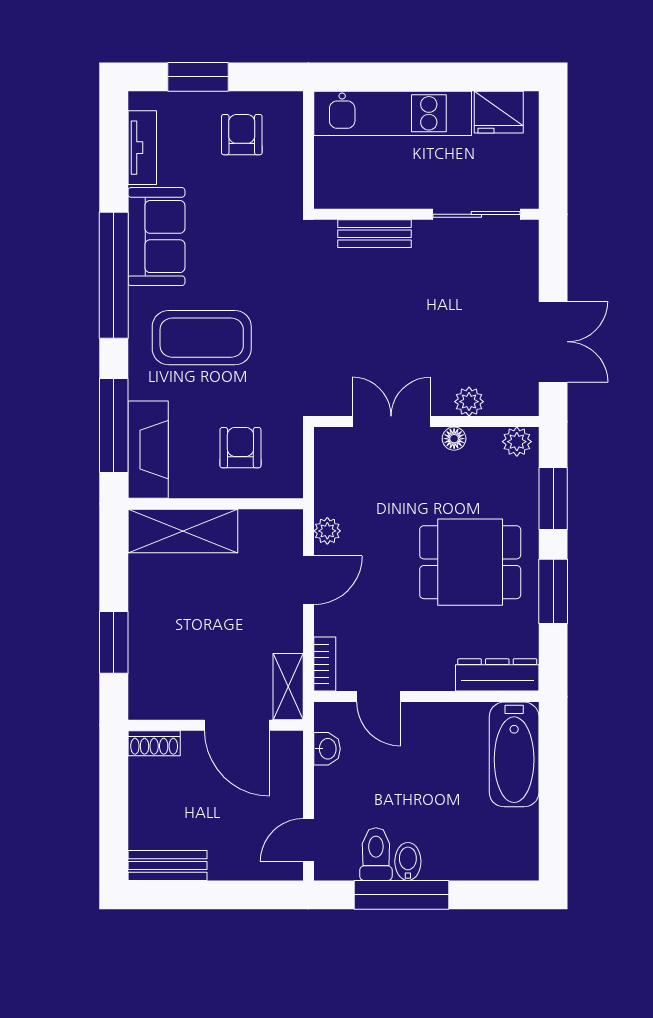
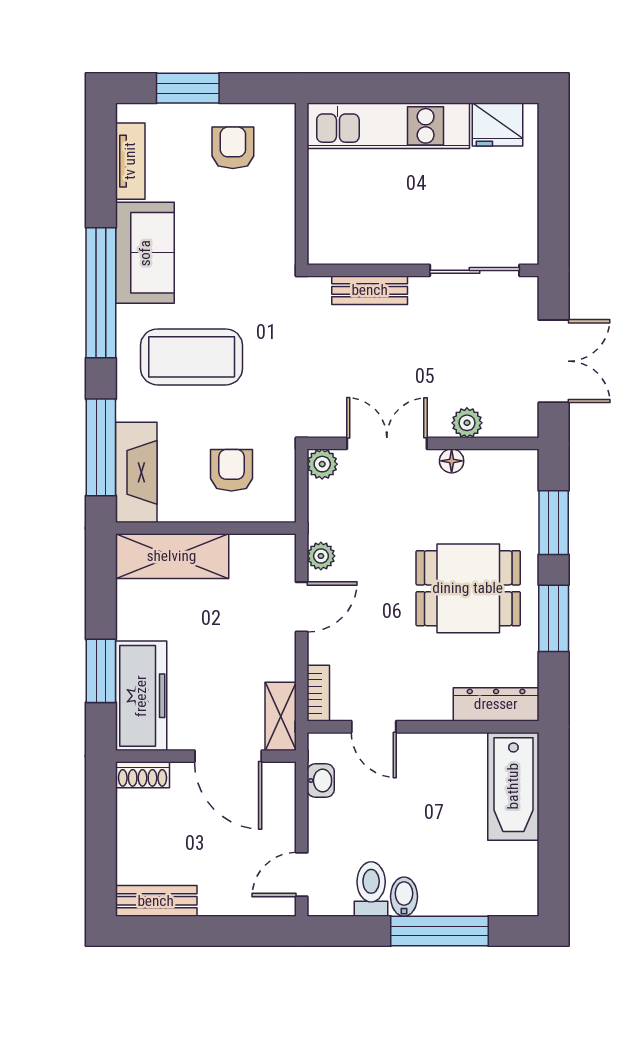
wall: (426, 214) -> (423, 270), moved
sliding door: (476, 214) -> (475, 270), moved
bench: (375, 234) -> (370, 290), moved
plant: (517, 442) -> (322, 464), moved
freezer: (153, 667) -> (141, 696), added
window: (402, 895) -> (439, 931), moved

